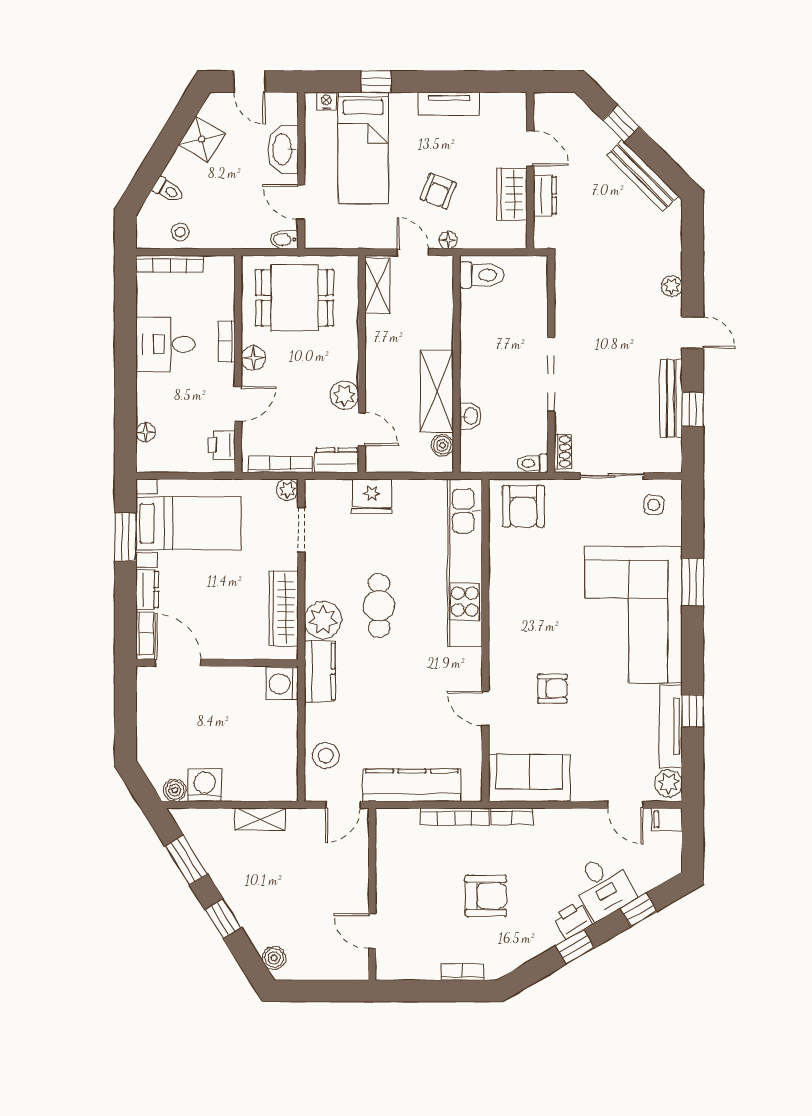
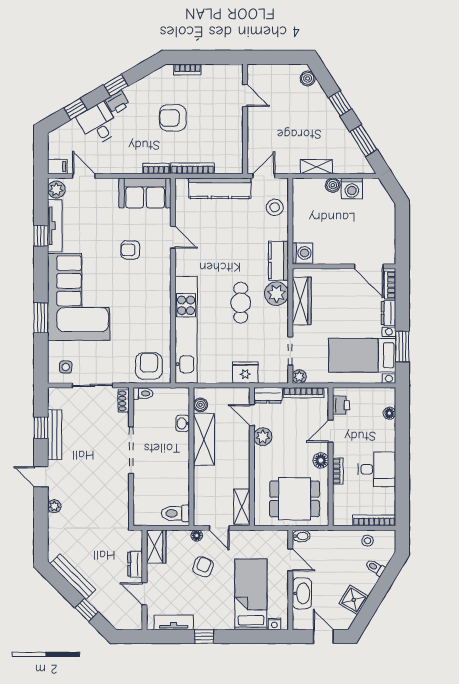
window: (376, 82) -> (204, 637), moved
tv unit: (449, 104) -> (174, 622), moved
wardrobe: (512, 194) -> (156, 547), moved
boiler: (175, 790) -> (333, 185), moved

